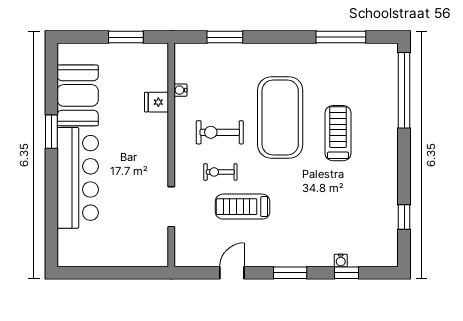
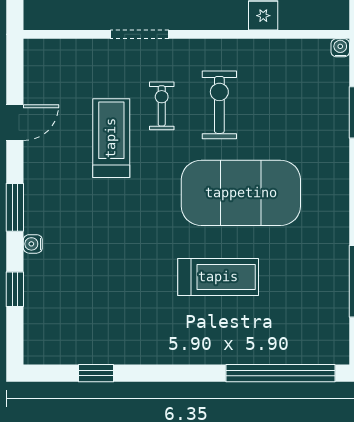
water cooler: (180, 90) -> (340, 48), moved
doorway: (171, 207) -> (140, 34), moved
water cooler: (341, 261) -> (33, 244), moved
door: (232, 273) -> (15, 123), hinge flipped

